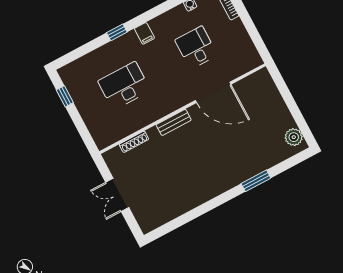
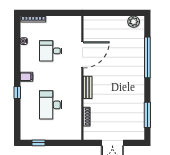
window: (256, 181) -> (147, 57), width x2.11
window: (179, 221) -> (147, 115), added

